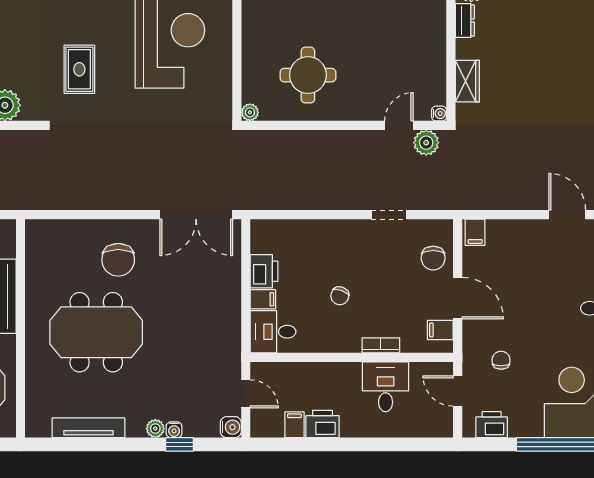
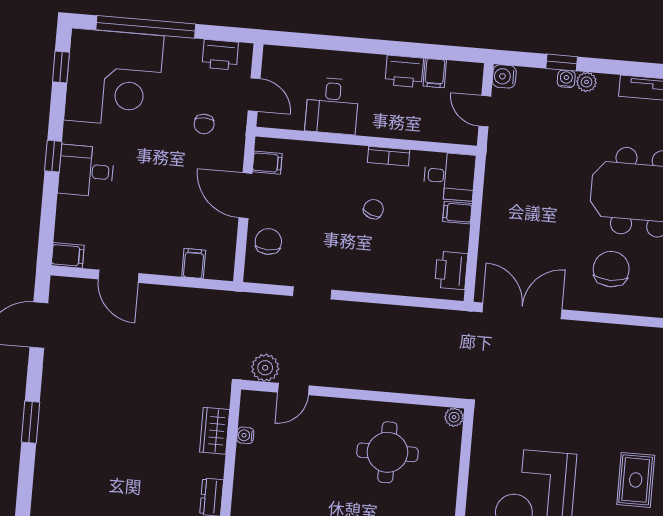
water cooler: (439, 114) -> (245, 435), moved
filing cabinet: (475, 232) -> (194, 263), moved
printer: (264, 271) -> (451, 270), moved
bookcase: (381, 345) -> (389, 156), moved

